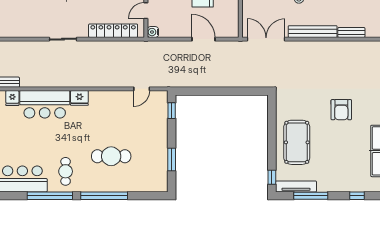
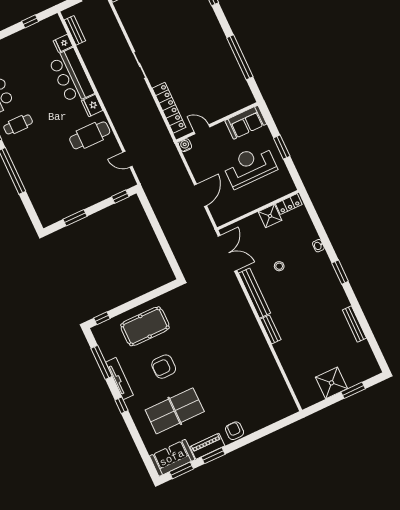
armchair: (341, 110) -> (164, 367), moved
cafe table: (111, 156) -> (90, 135), moved, turned 90
tv unit: (296, 186) -> (120, 379), moved

